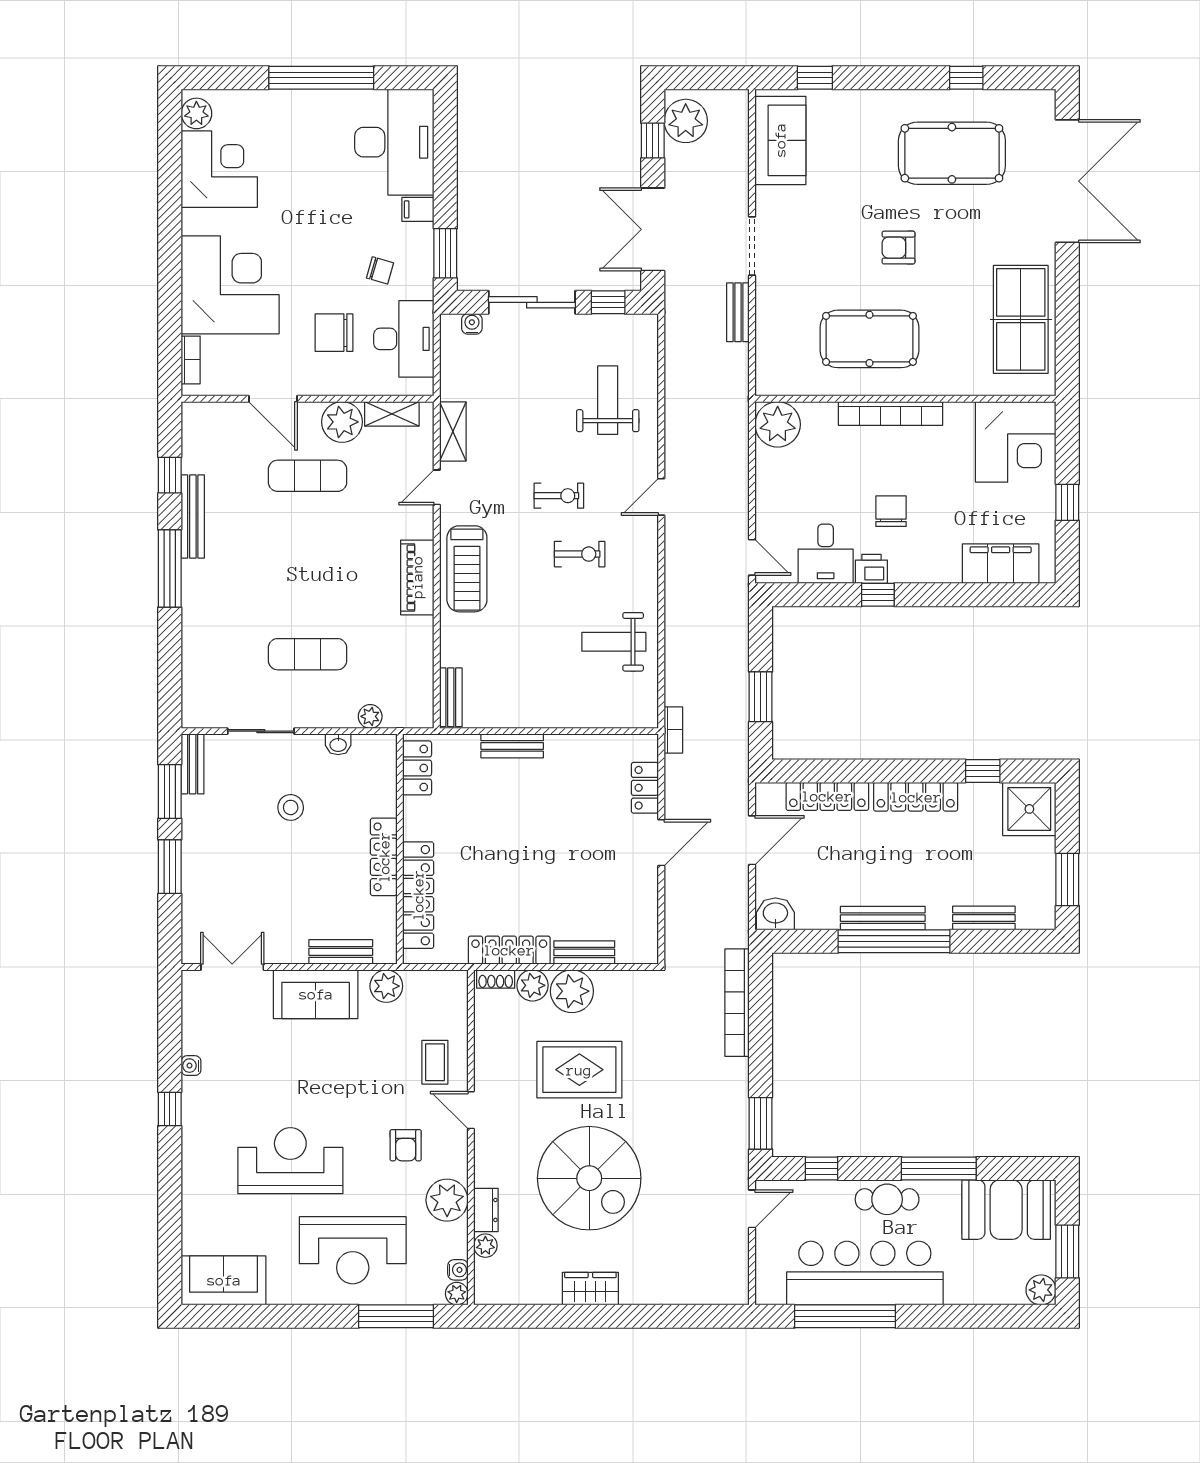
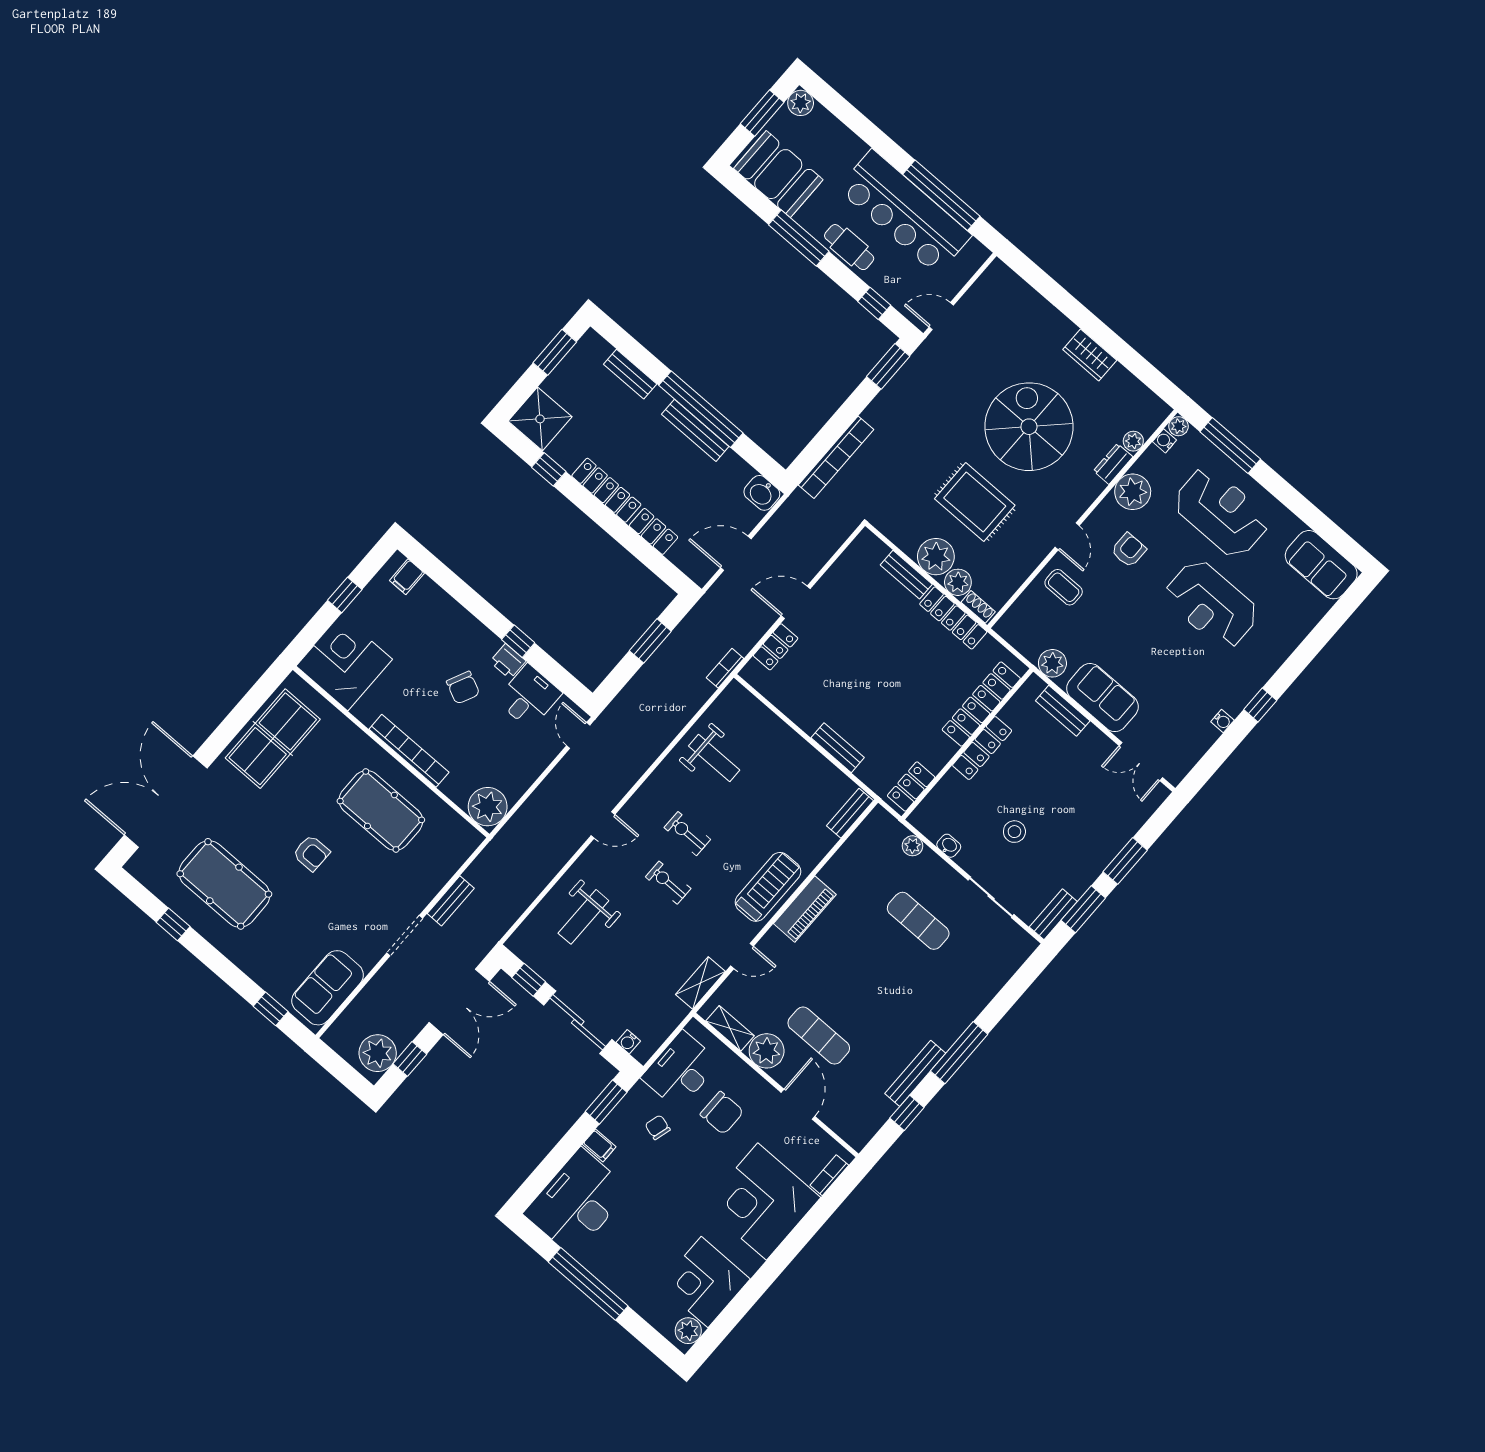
chair: (891, 511) -> (463, 688), turned -65
filing cabinet: (1001, 564) -> (407, 577), width x0.33, depth x0.86
locker: (827, 796) -> (654, 531), width x0.66
coffee table: (435, 1062) -> (1064, 587), turned 90

